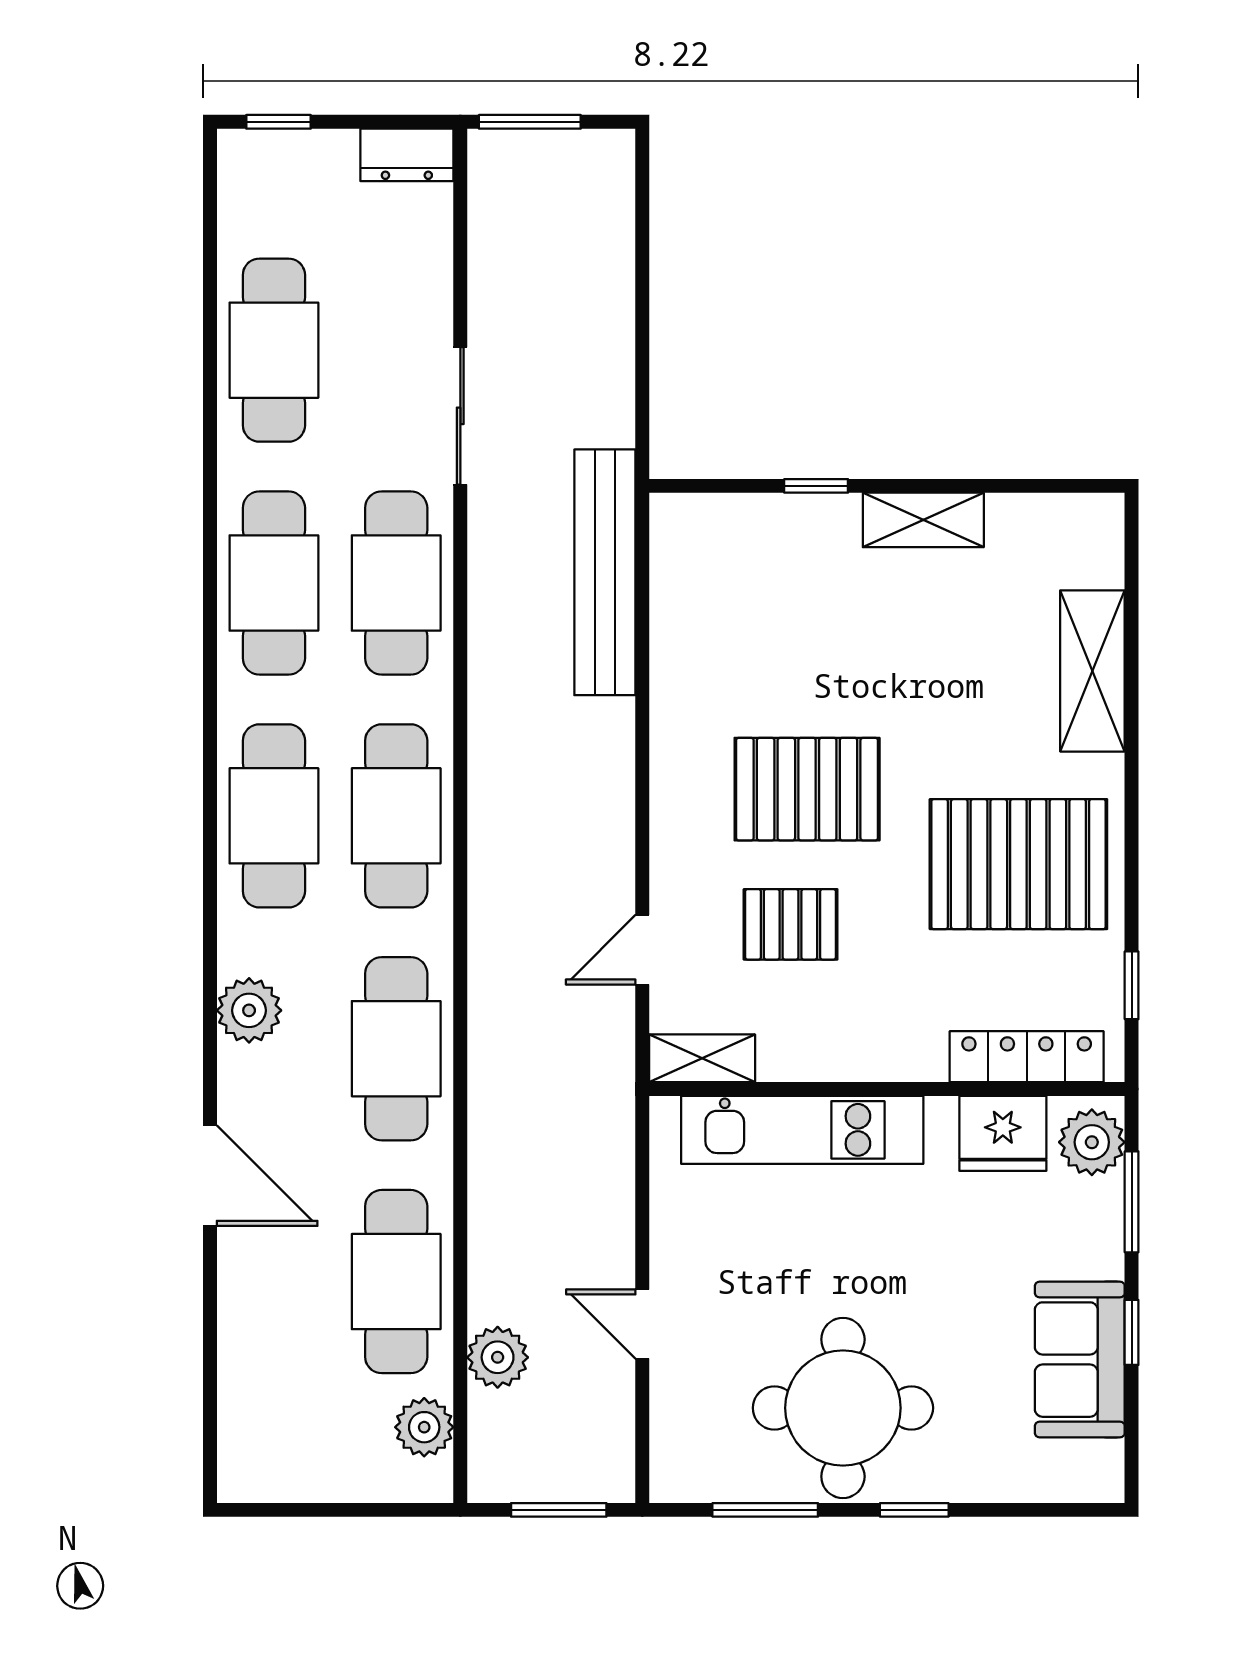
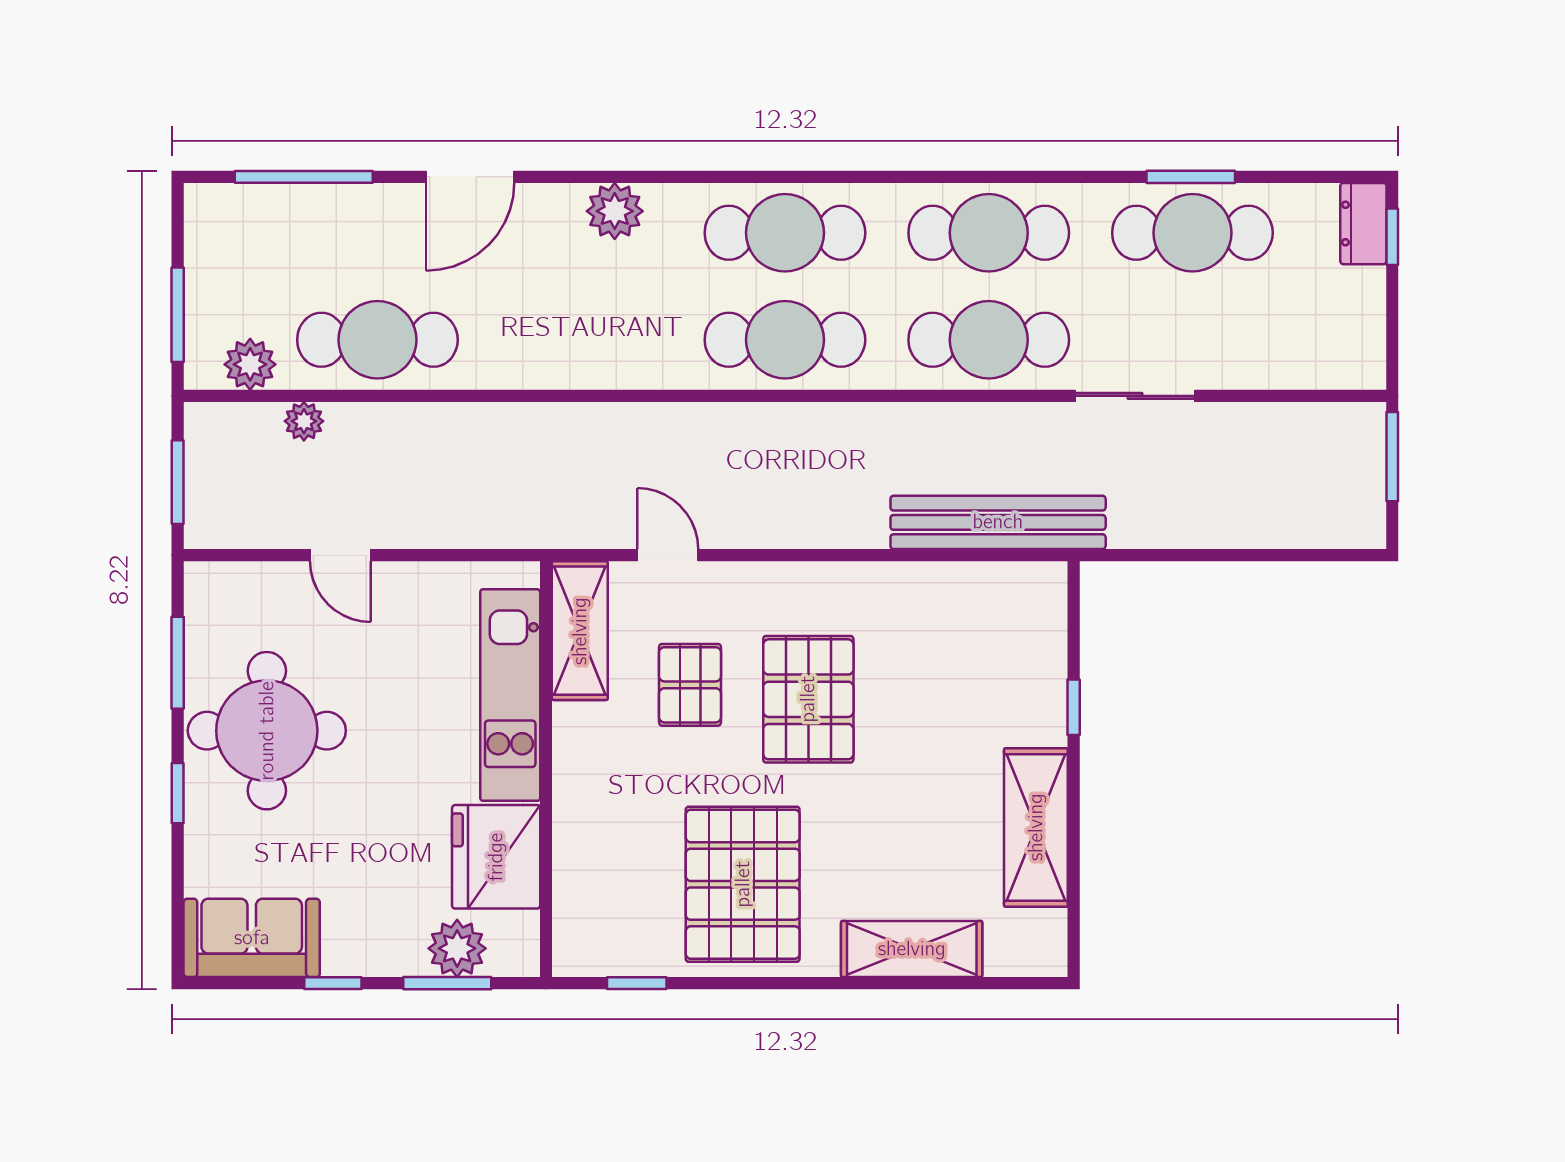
dresser: (407, 155) -> (1363, 224), moved
window: (210, 352) -> (1191, 177), added
shelving: (923, 520) -> (1036, 827), width x1.50, depth x1.33
cafe table: (396, 1049) -> (581, 340), removed
locker: (1027, 1057) -> (574, 891), removed
shelving: (702, 1058) -> (580, 631), width x1.50, depth x1.33
fridge: (1003, 1133) -> (496, 857), width x1.36, depth x1.34
plant: (1092, 1142) -> (457, 948), moved
door: (642, 1324) -> (340, 555), swing flipped
plant: (498, 1357) -> (304, 421), width x0.73, depth x0.73
sofa: (1080, 1360) -> (252, 938), moved
window: (210, 1366) -> (304, 177), added
window: (368, 1510) -> (178, 315), added

